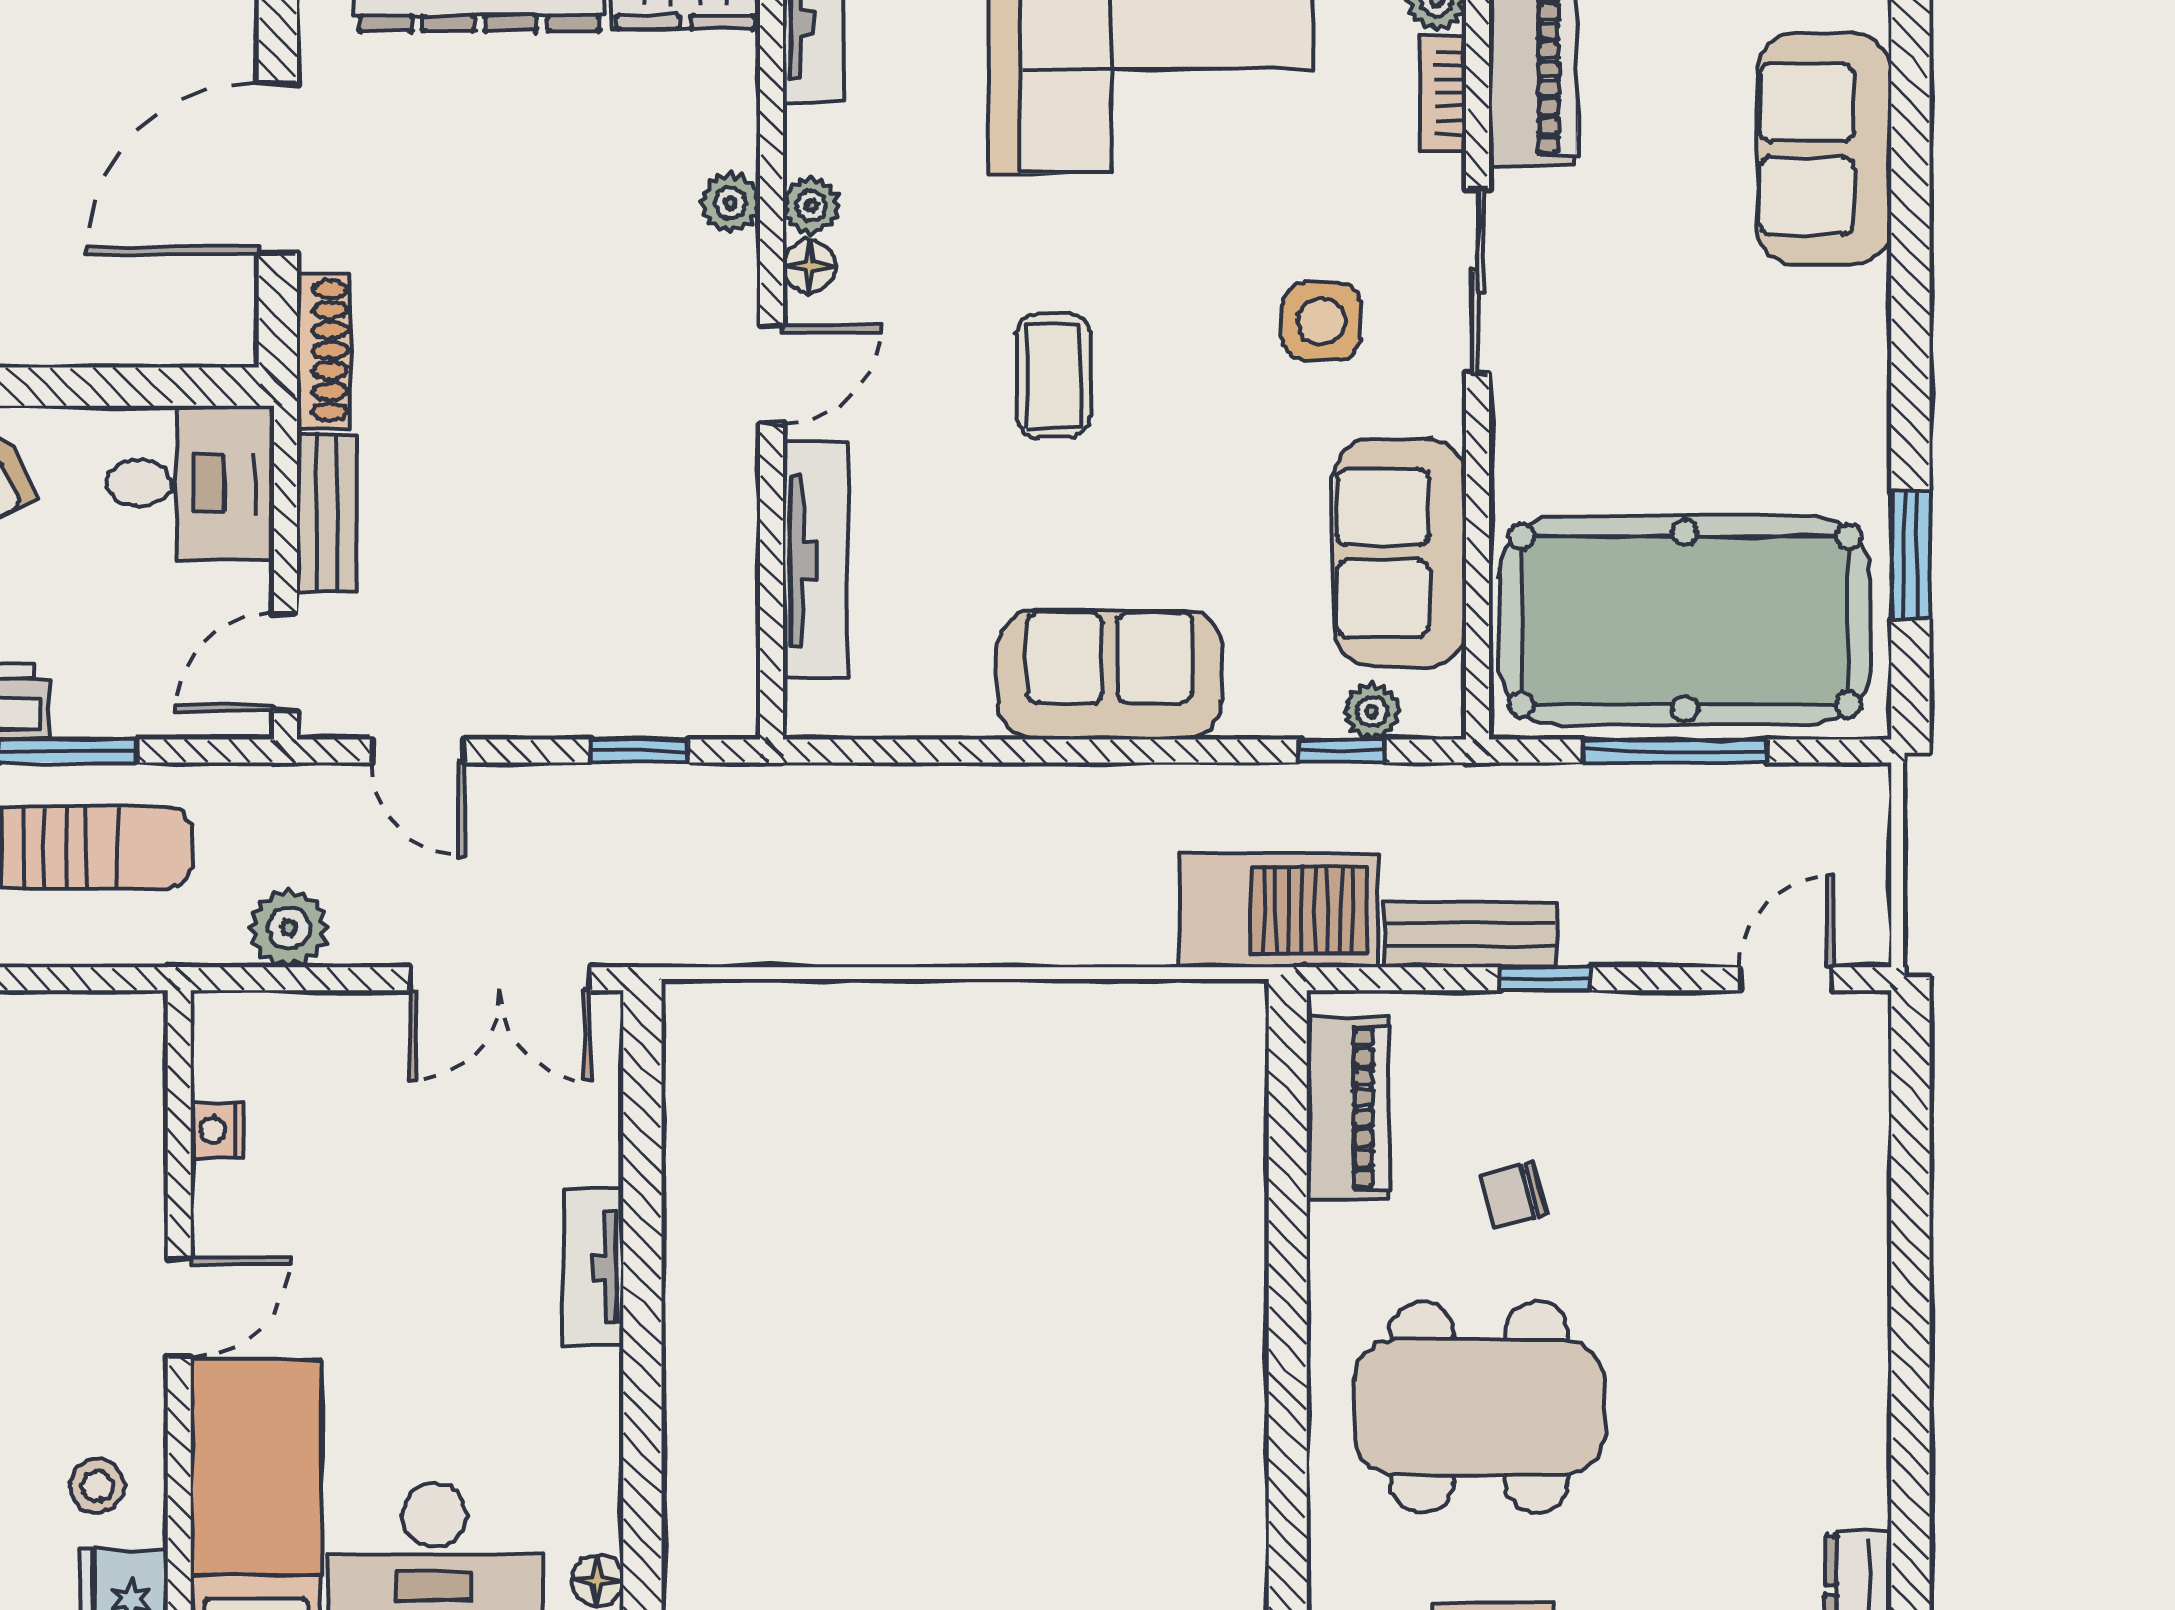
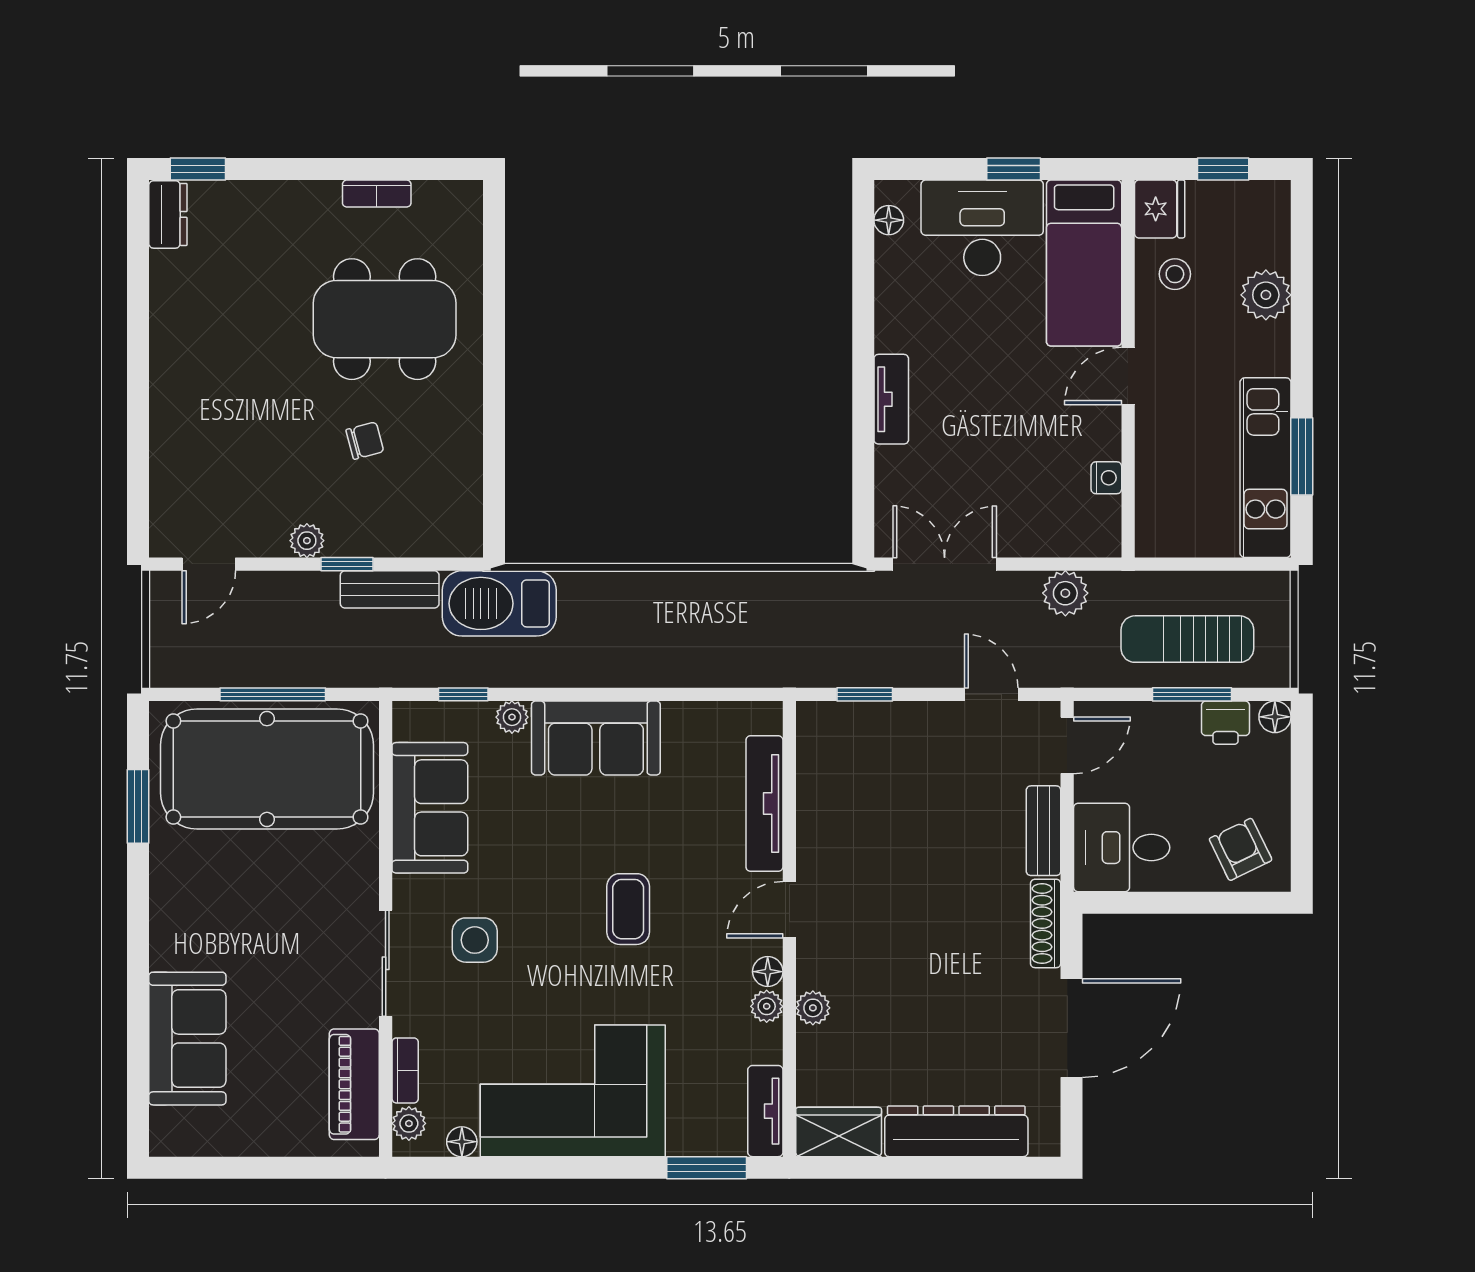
plant: (1372, 711) -> (512, 717), moved
plant: (1615, 1020) -> (307, 541), added
piano: (1348, 1108) -> (460, 490), removed

